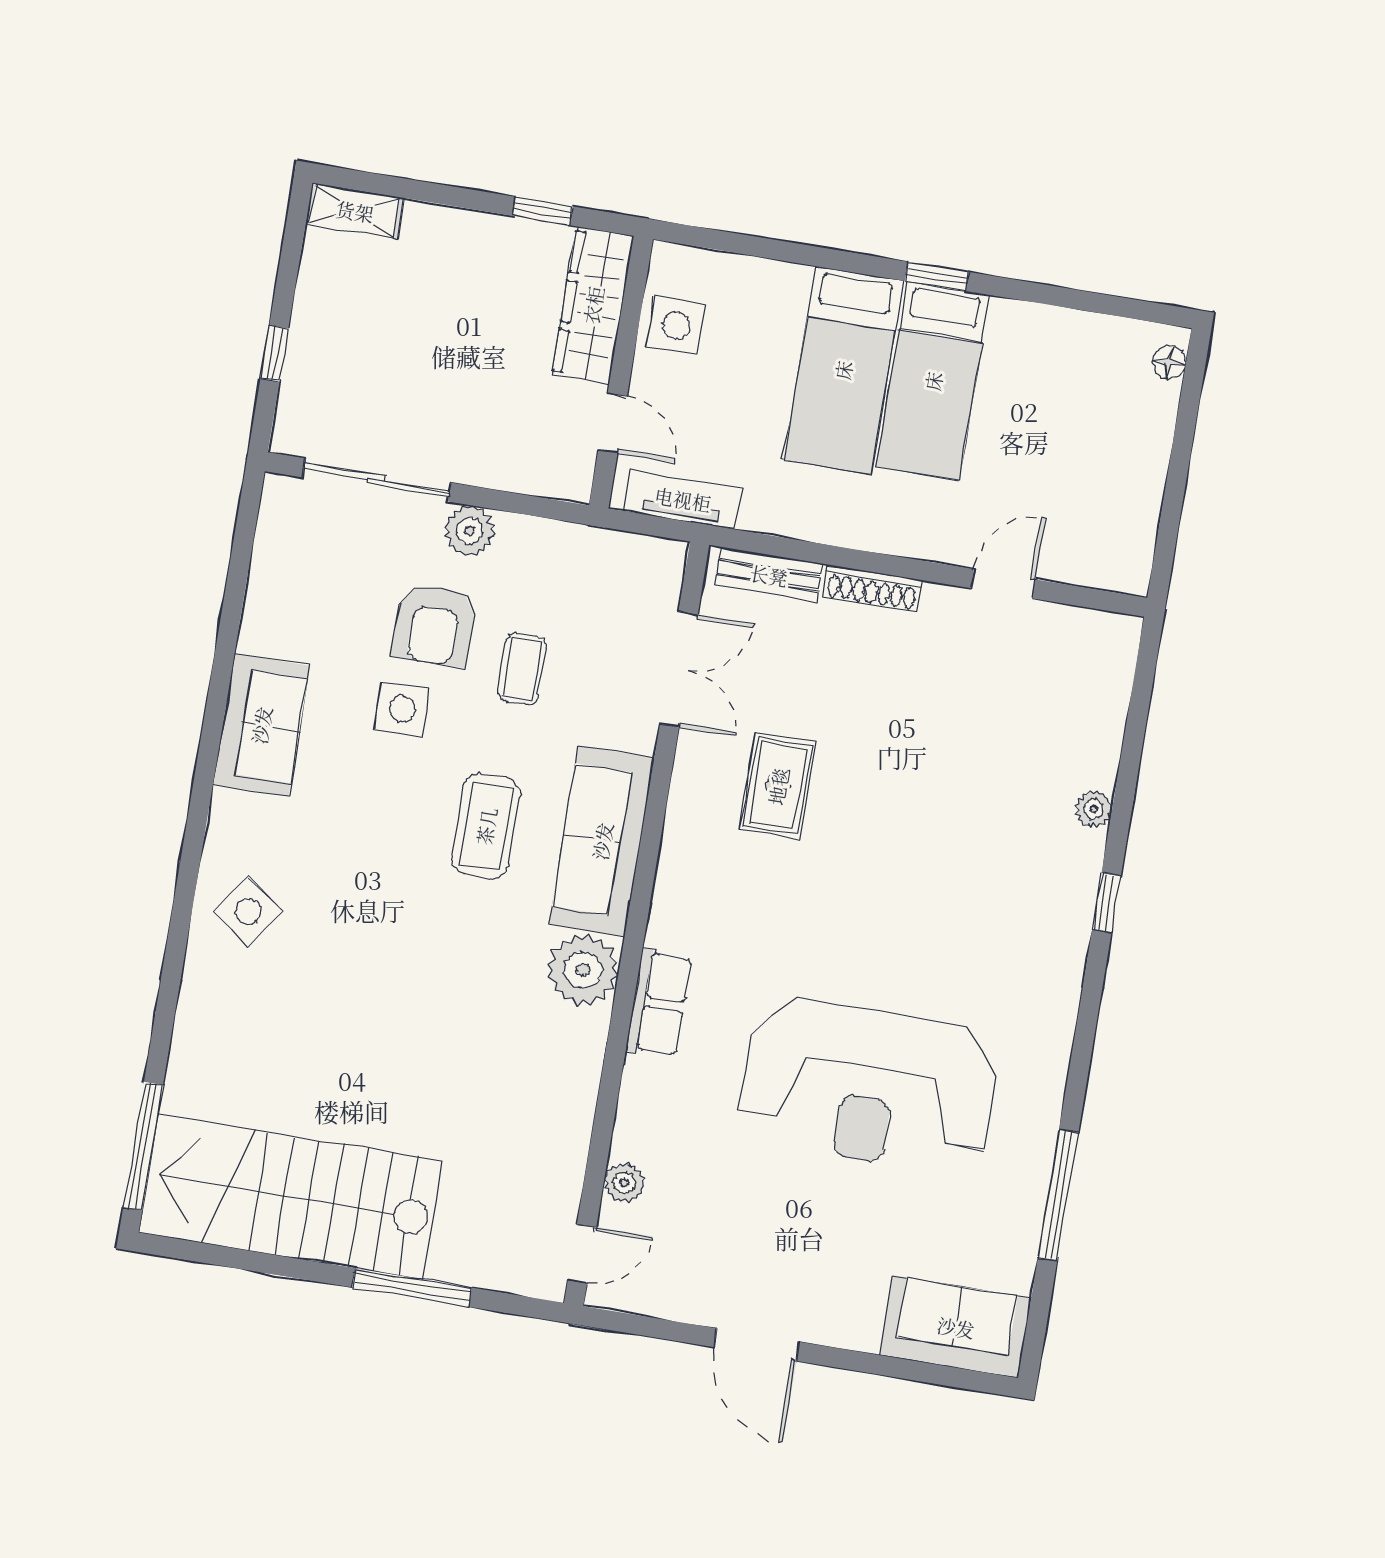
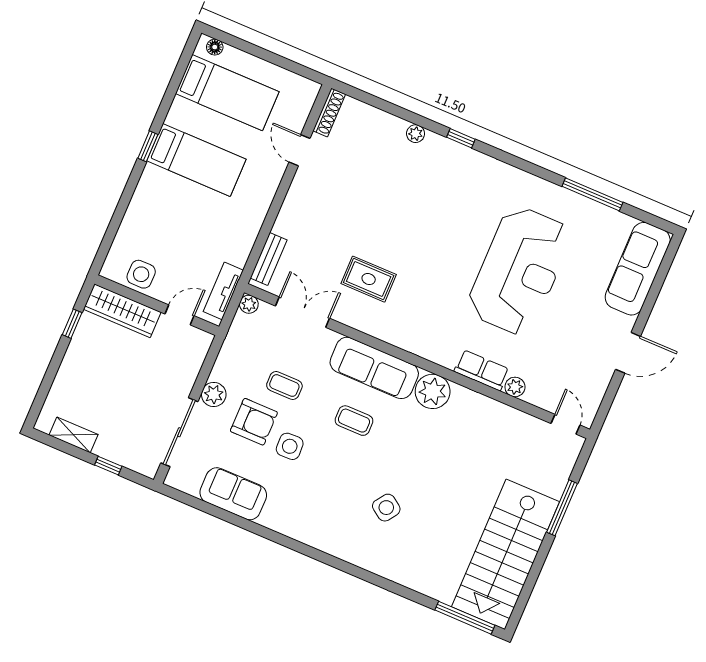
shelving: (355, 211) -> (74, 435), moved, turned 90
bed: (843, 370) -> (227, 93), moved
plant: (668, 557) -> (249, 304), added
shoe rack: (872, 588) -> (329, 112), moved
sofa: (261, 725) -> (233, 494), moved
coffee table: (486, 826) -> (354, 421), width x0.73, depth x0.77
side table: (248, 911) -> (386, 508), moved
row of seats: (659, 1003) -> (482, 370), moved
plant: (624, 1183) -> (515, 387), moved
sofa: (956, 1327) -> (638, 269), width x1.36

